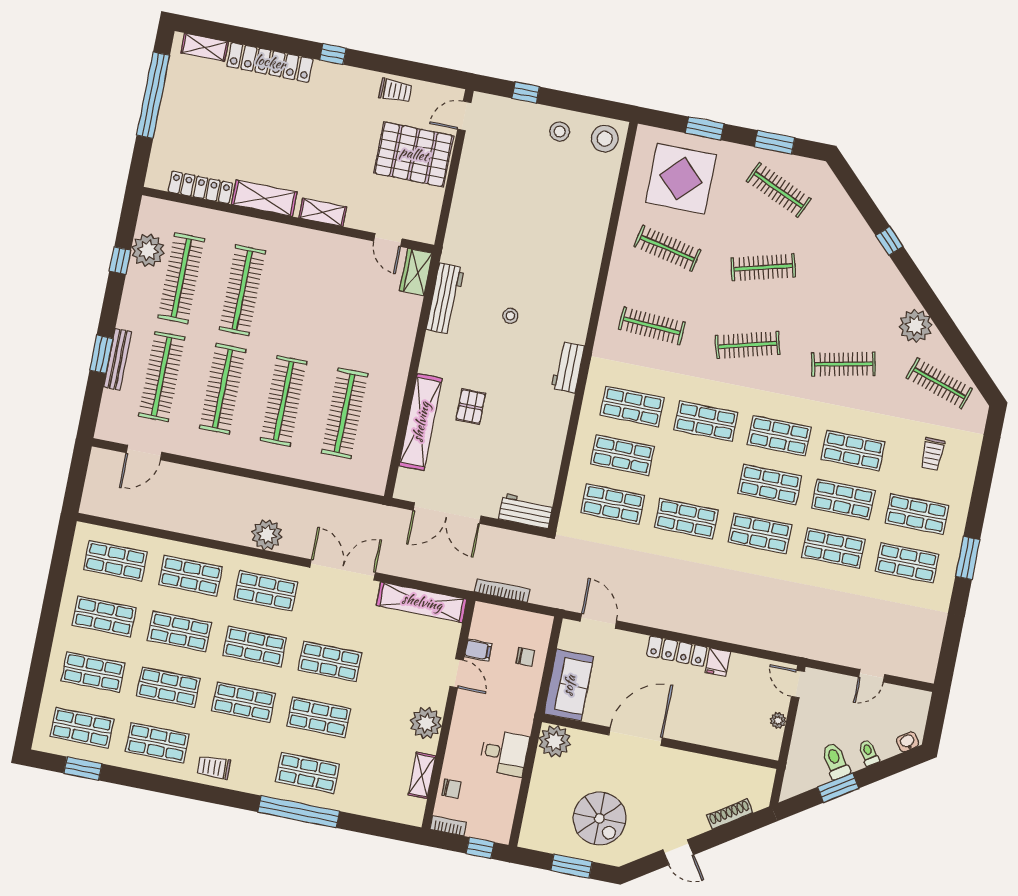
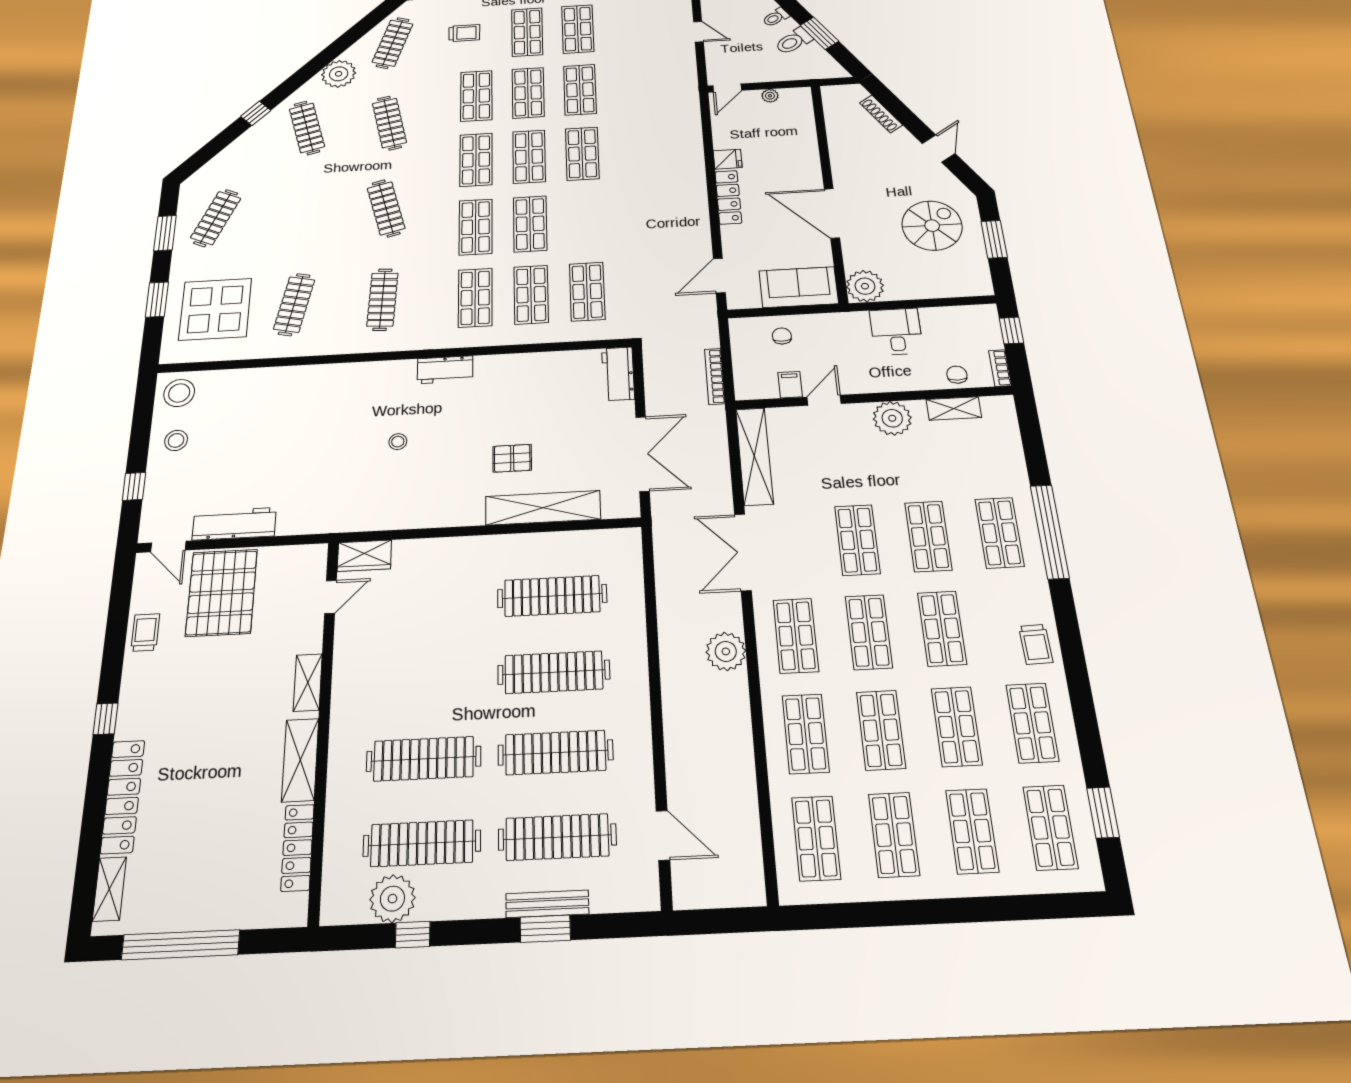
clothes rail: (763, 267) -> (307, 128), moved
workbench: (445, 299) -> (234, 524), moved
shop shelf: (686, 519) -> (530, 224), moved

